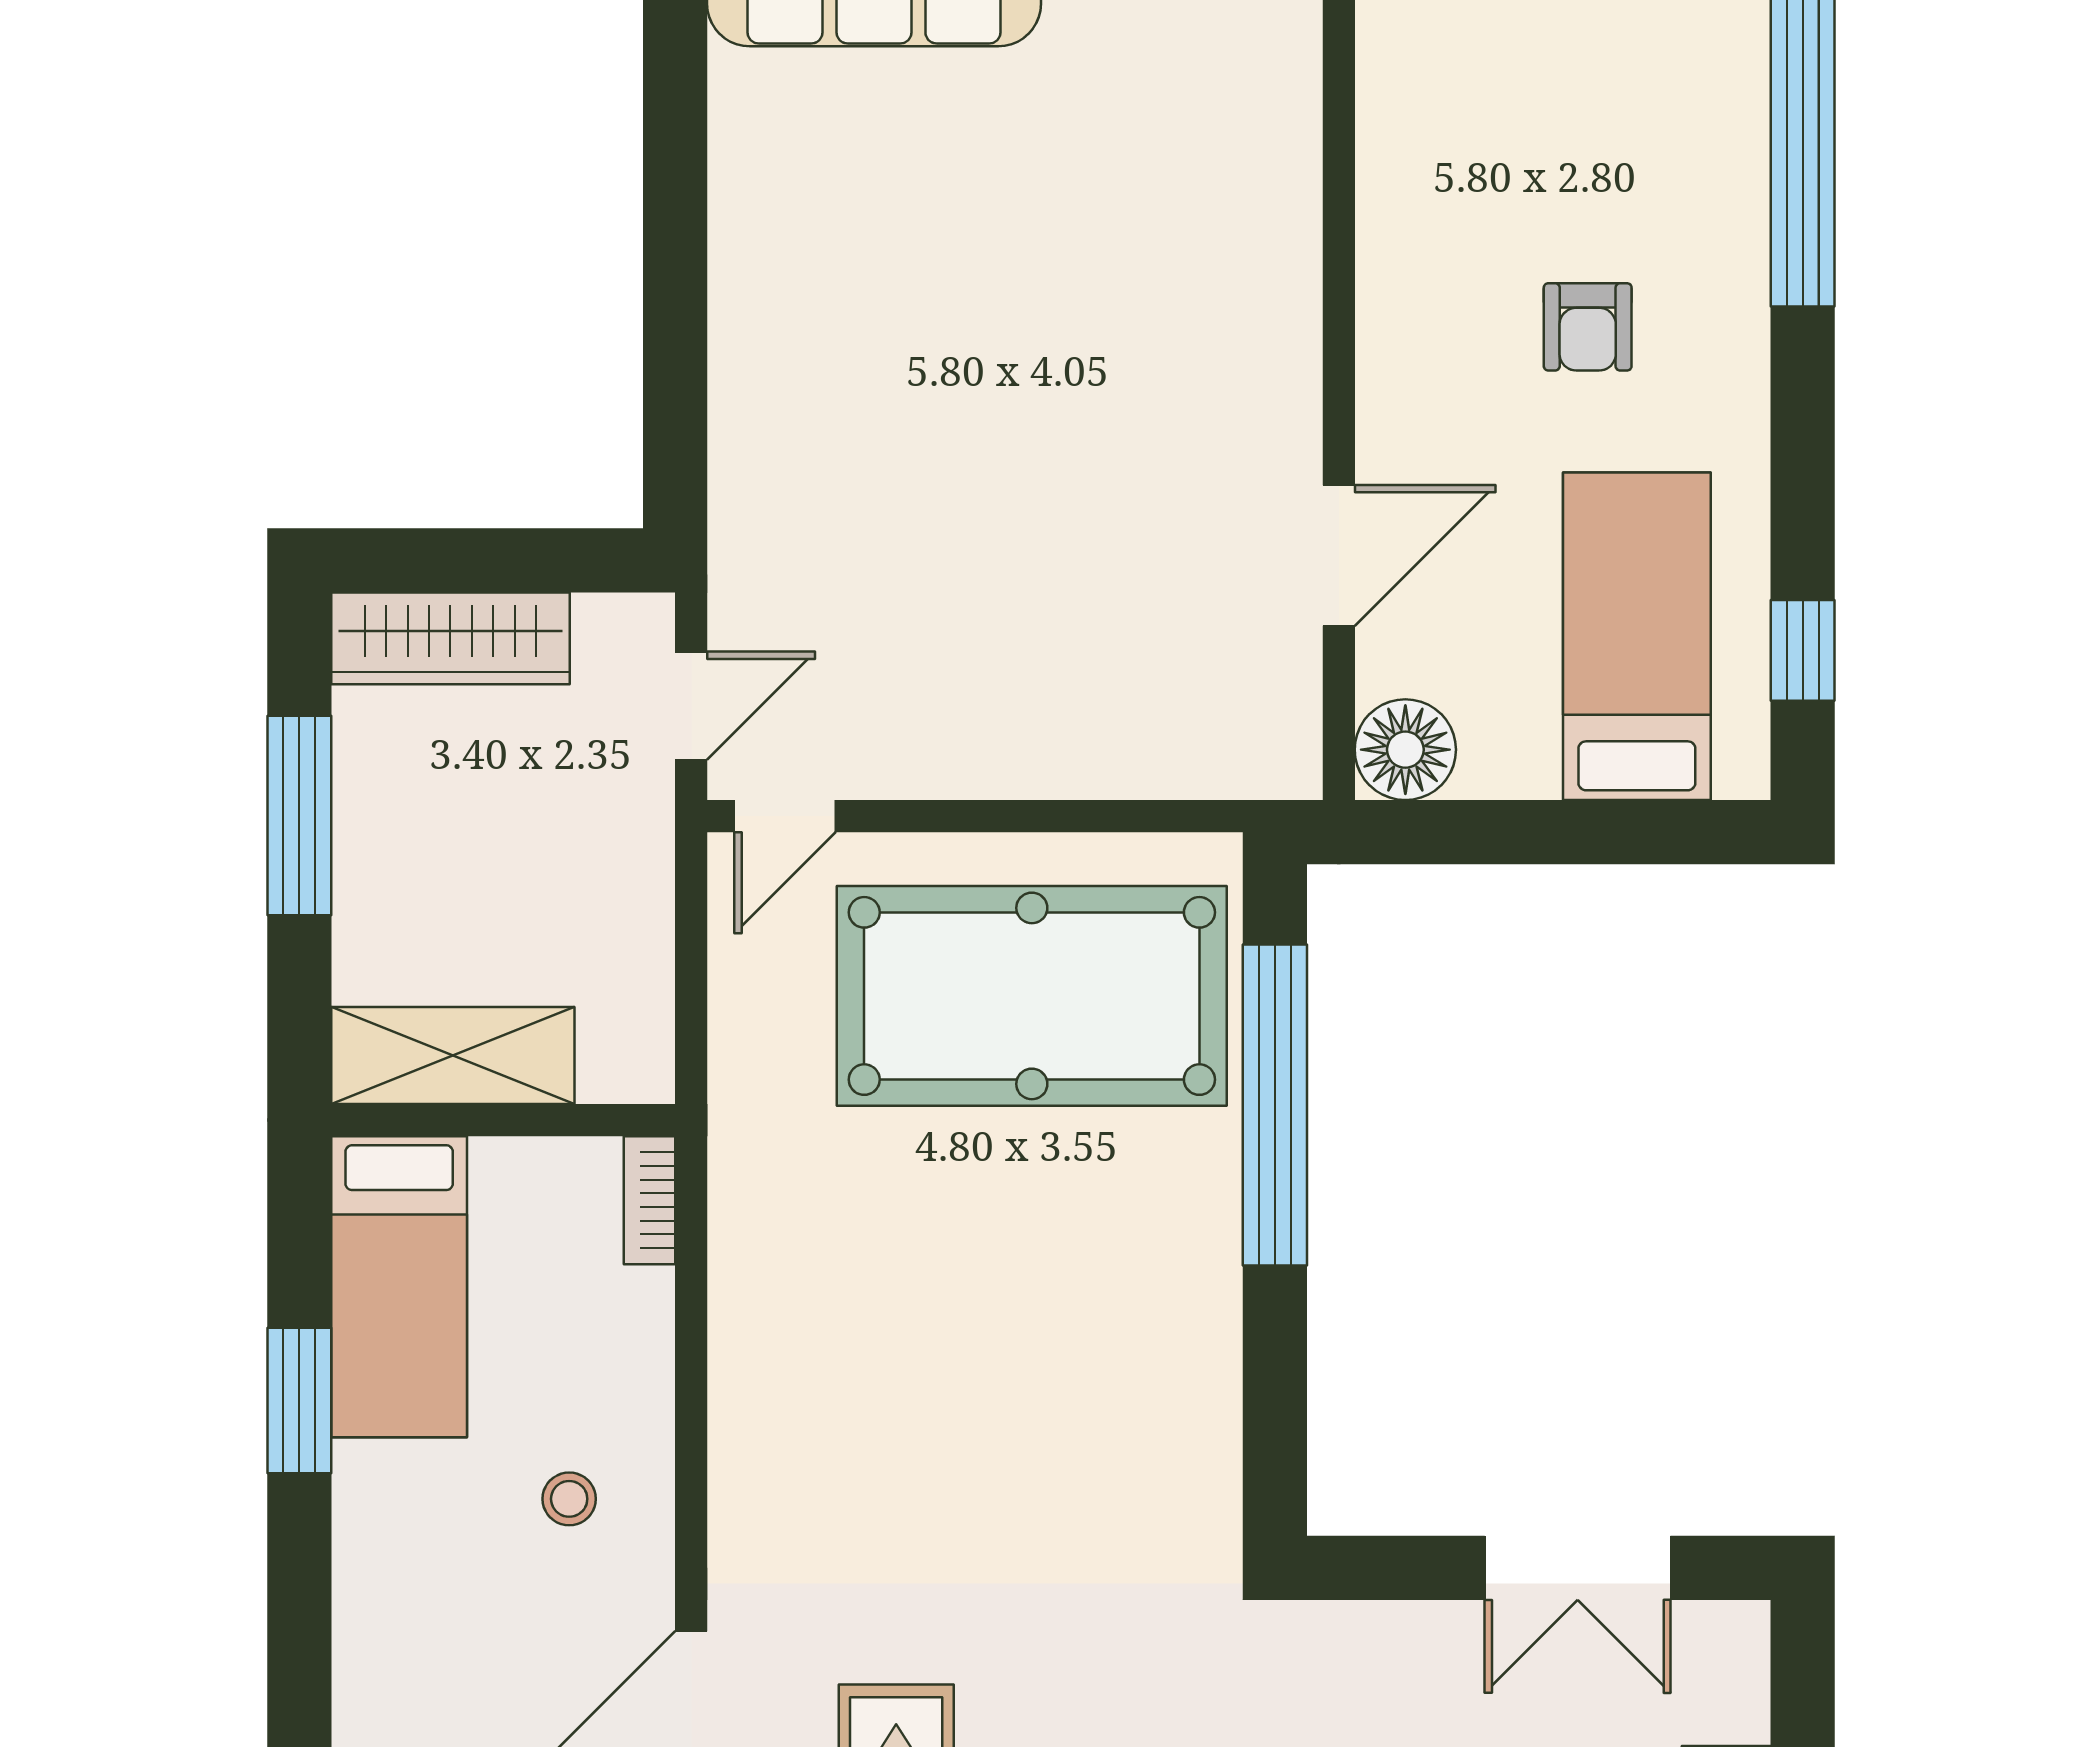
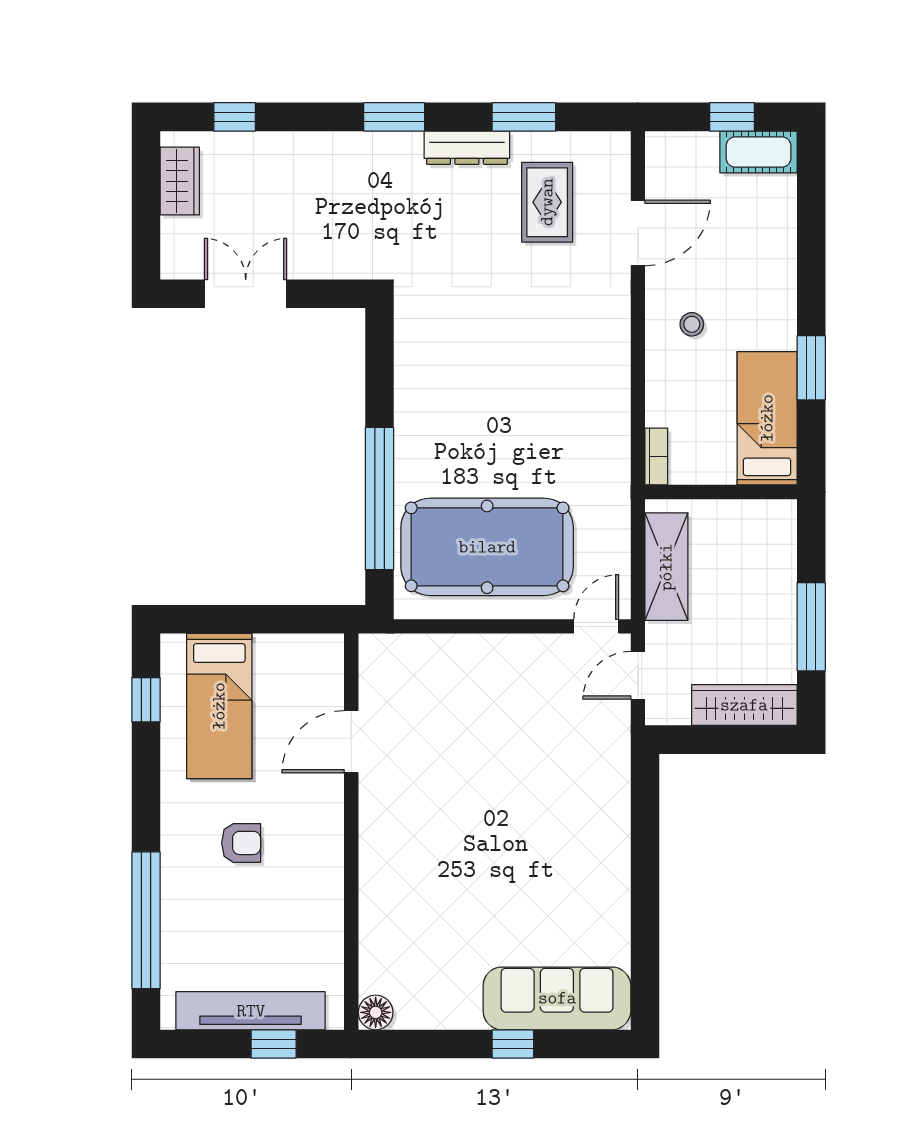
armchair: (1588, 327) -> (241, 843), turned 90
floor lamp: (1405, 750) -> (322, 656), removed
shelving: (453, 1055) -> (666, 567), moved, turned 90

